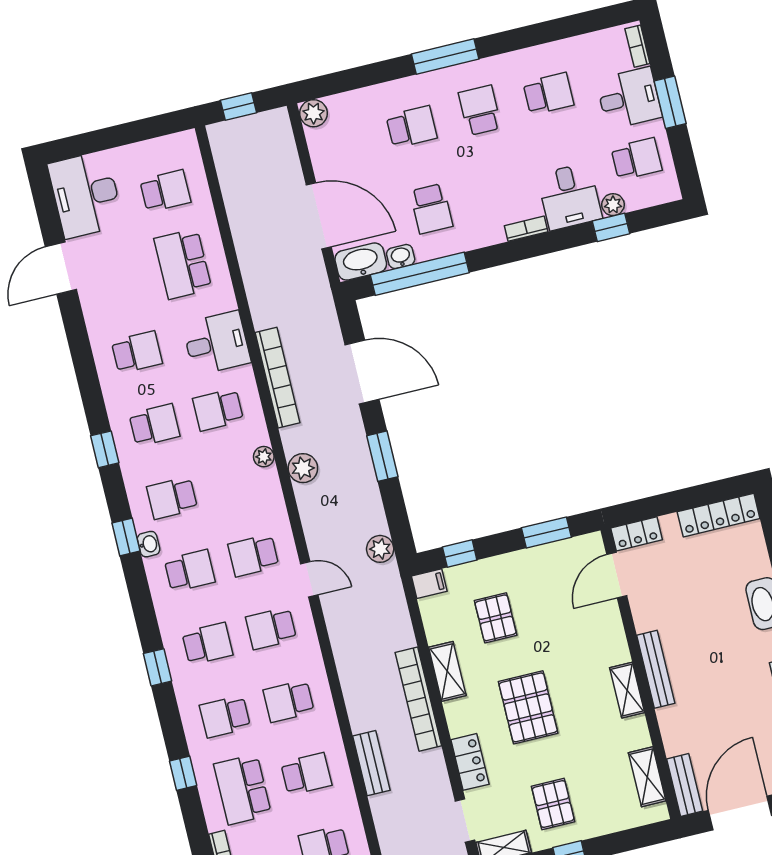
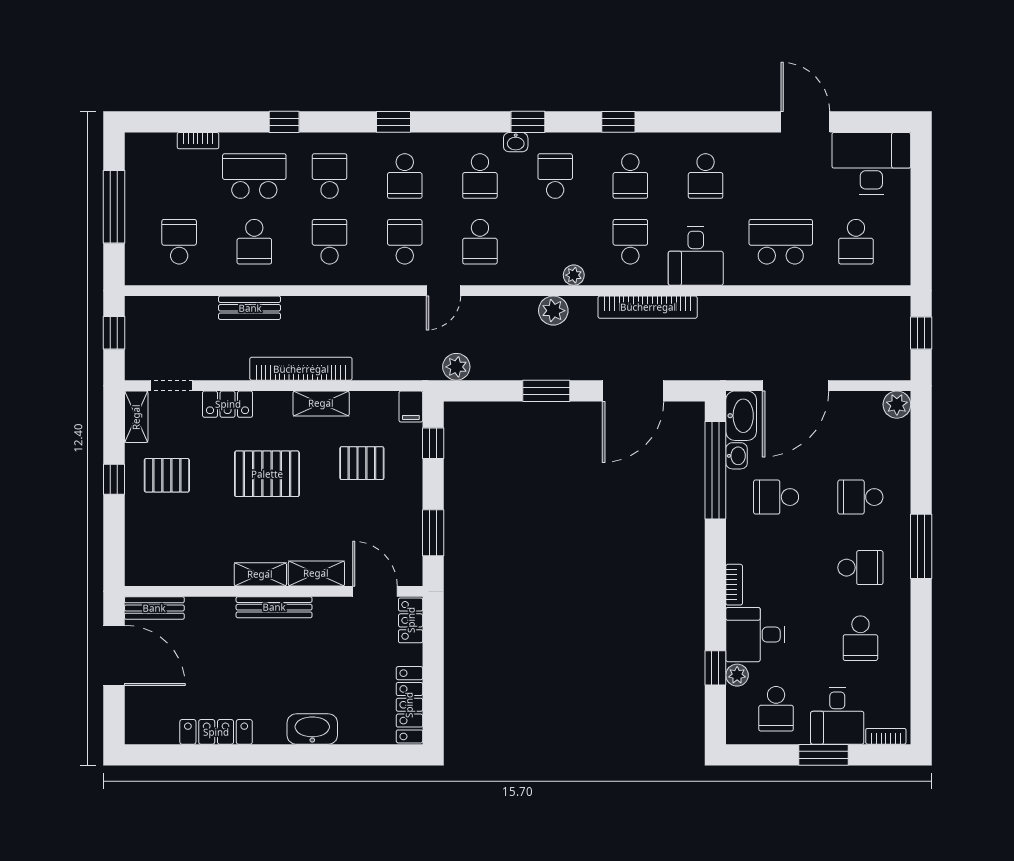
school desk: (412, 127) -> (860, 497), turned 90
school desk: (253, 555) -> (480, 242), turned 180
shelving: (647, 777) -> (316, 573), moved

